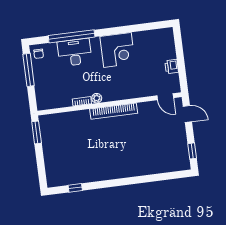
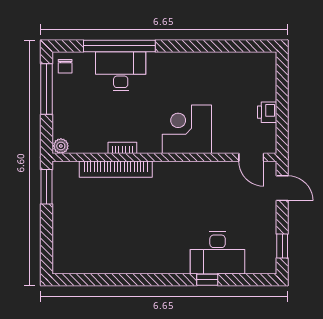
corner desk: (117, 50) -> (187, 129), moved, turned 180
plant: (97, 98) -> (61, 146), moved
bookcase: (114, 111) -> (116, 169), moved
desk: (151, 161) -> (218, 253), added
window: (75, 188) -> (207, 280), moved

